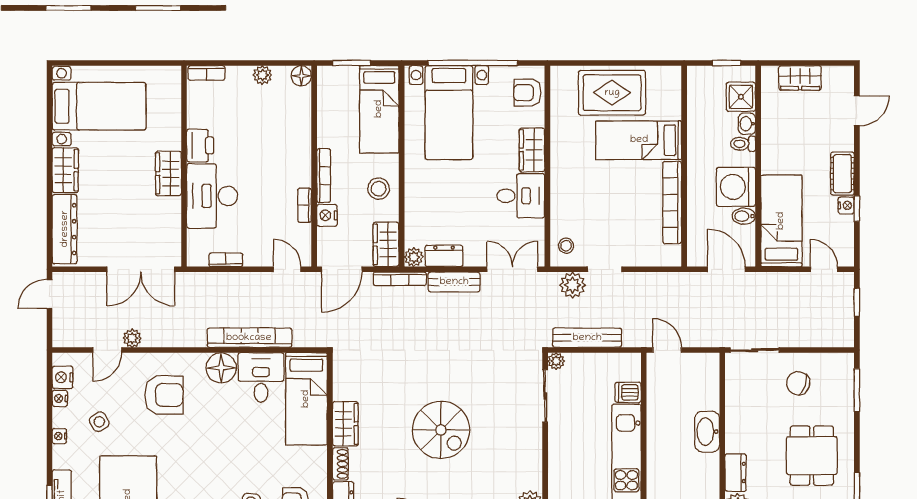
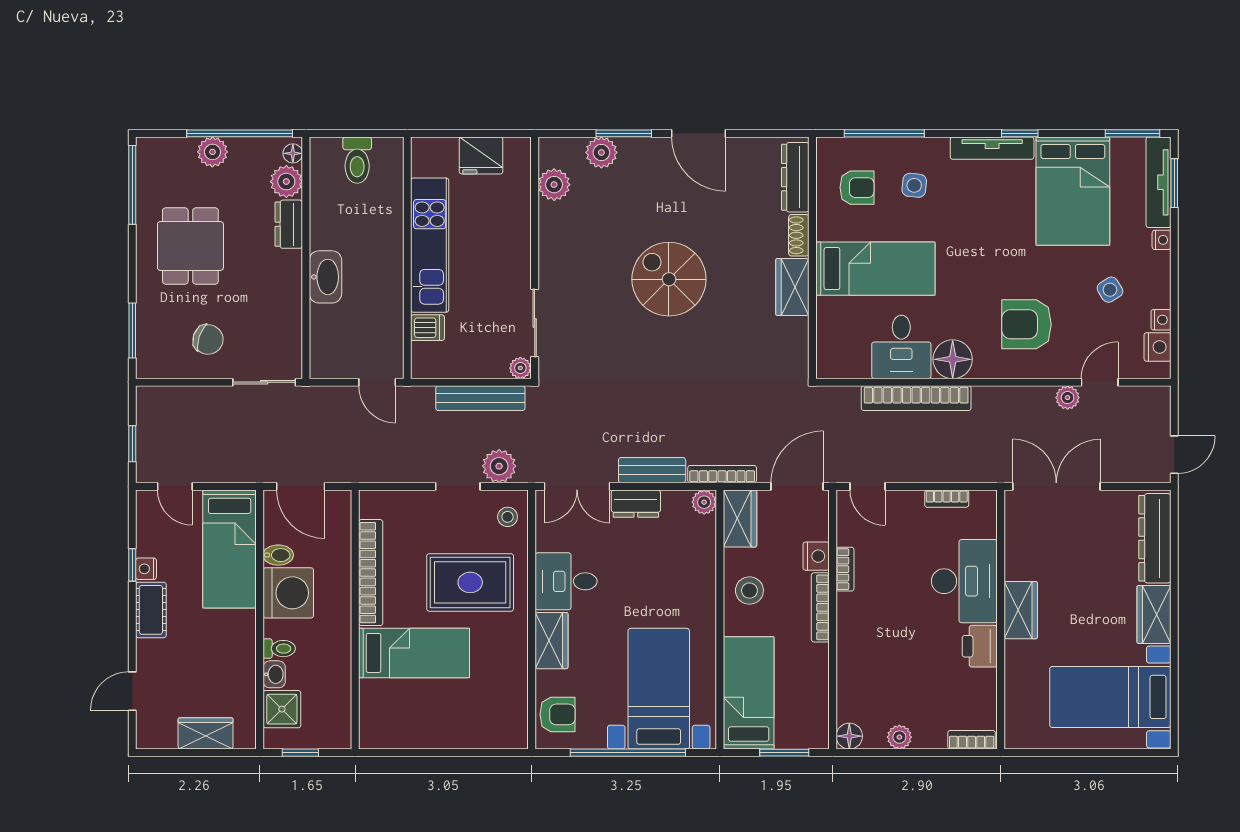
rug: (612, 93) -> (470, 582), moved
dresser: (444, 256) -> (636, 504), moved
bed: (306, 399) -> (875, 269), moved, turned 90
nightstand: (59, 436) -> (1162, 240), moved

